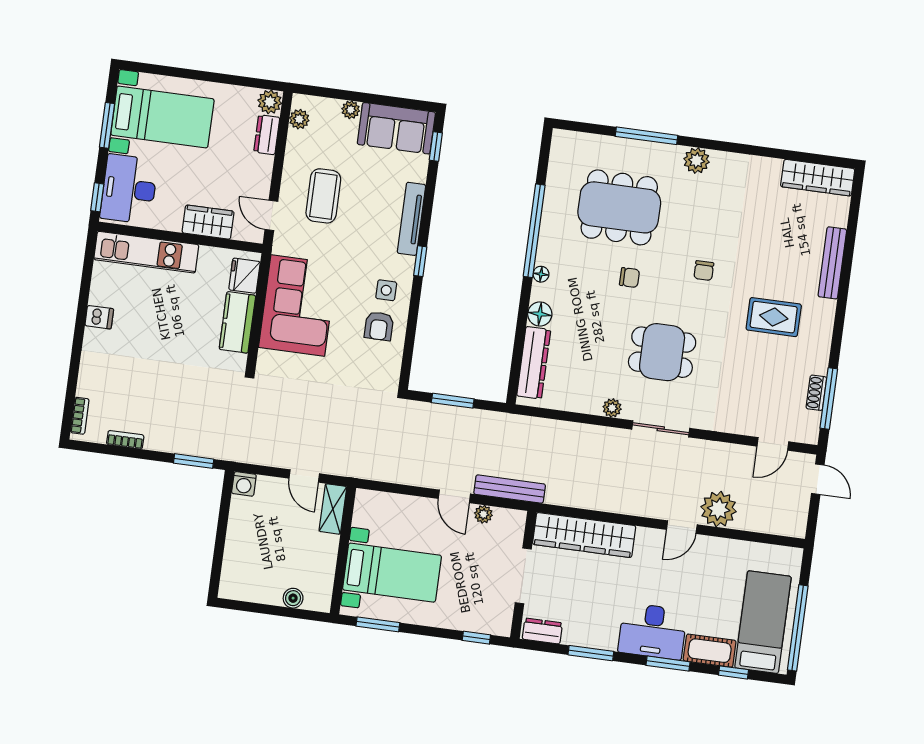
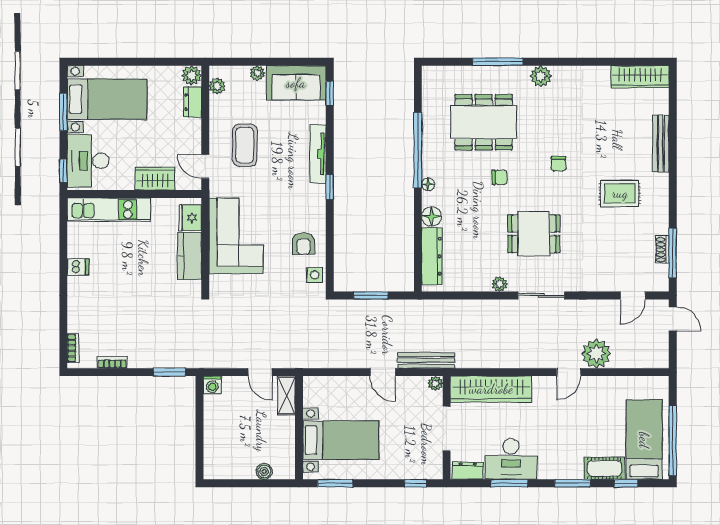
side table: (386, 290) -> (315, 275), moved
plant: (483, 514) -> (435, 383), moved
desk: (653, 631) -> (511, 459), moved

